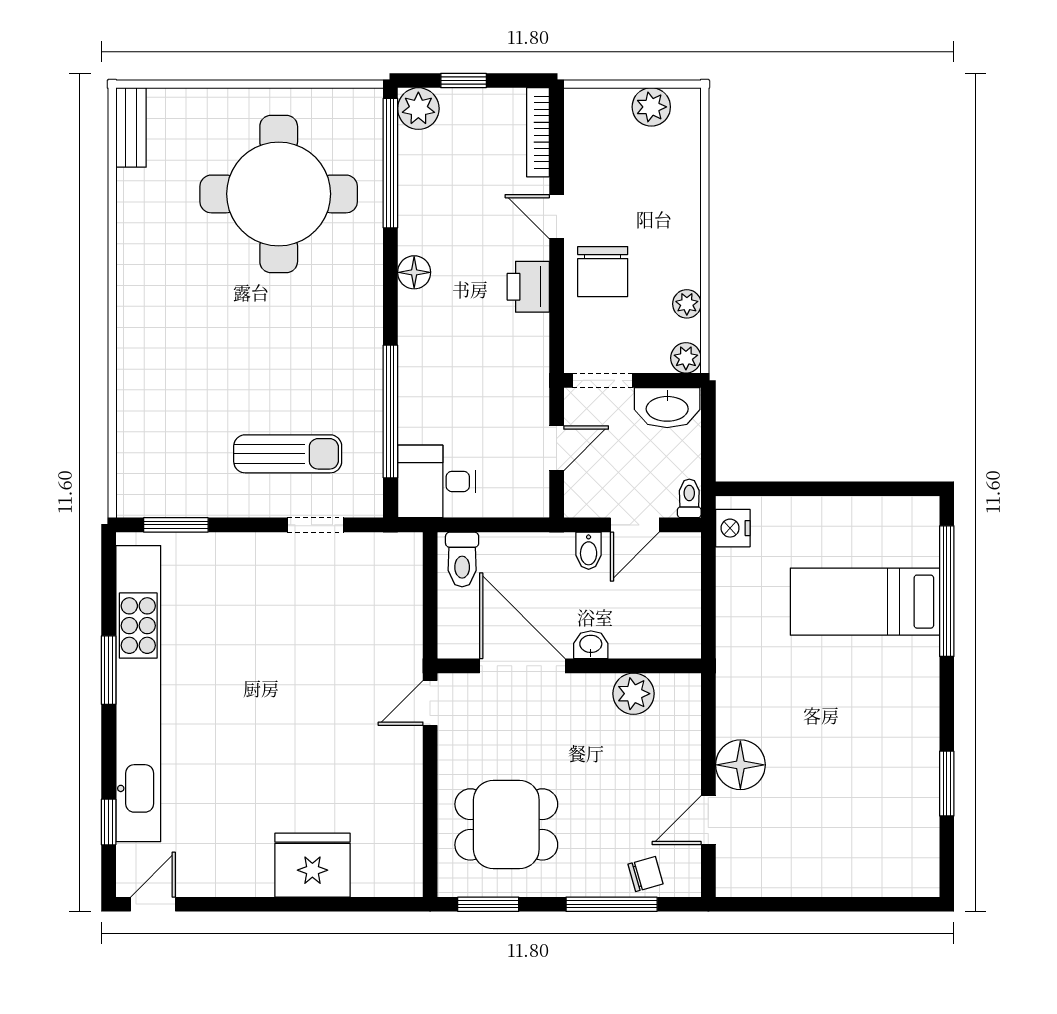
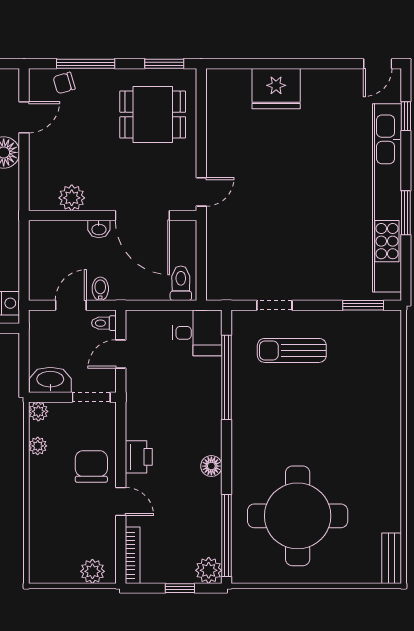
plant: (651, 107) -> (92, 571), moved
toilet: (689, 498) -> (104, 323), moved, turned 90

